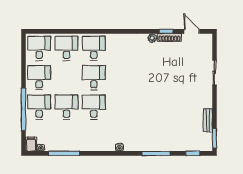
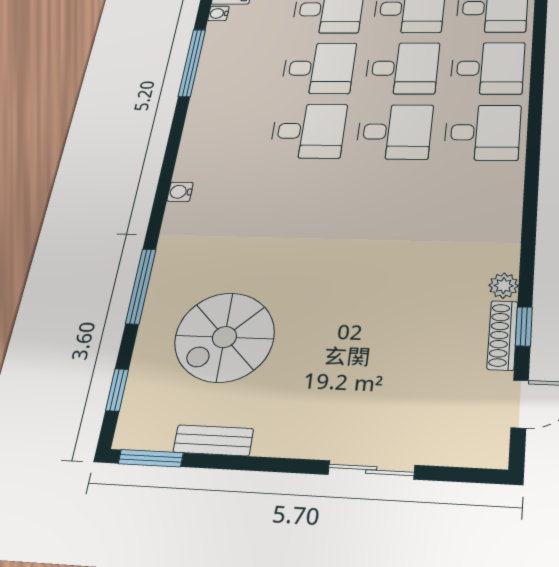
desk: (66, 78) -> (402, 68), added
spiral stairs: (173, 123) -> (224, 337), added

